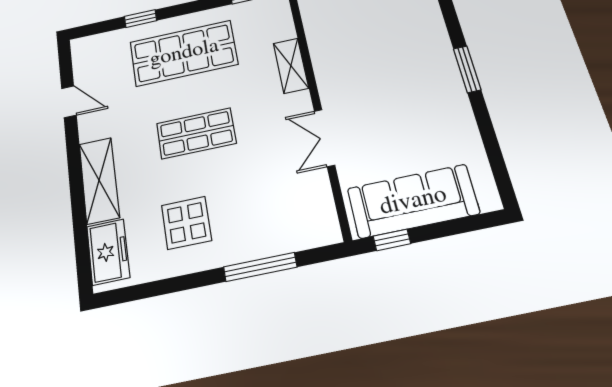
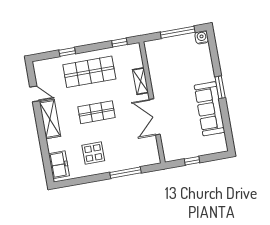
double door: (324, 138) -> (155, 117), width x1.37
shelving: (99, 180) -> (50, 119), moved
sofa: (413, 201) -> (209, 109), moved, turned -90
window: (392, 240) -> (192, 161), moved

